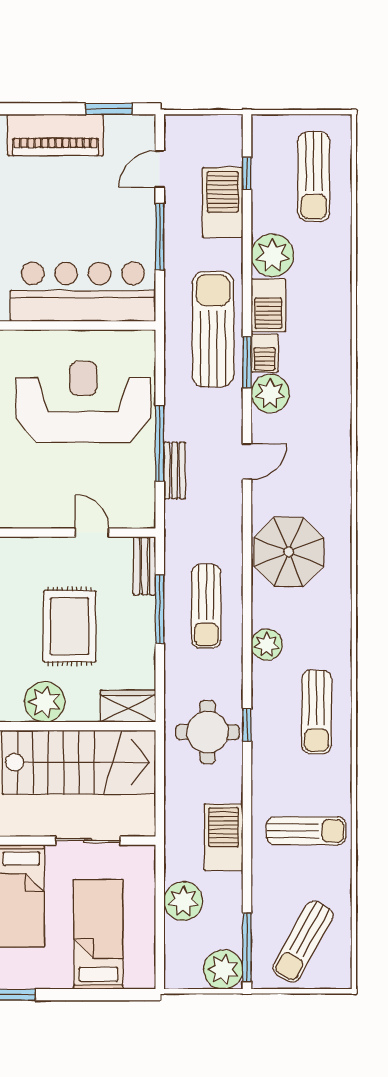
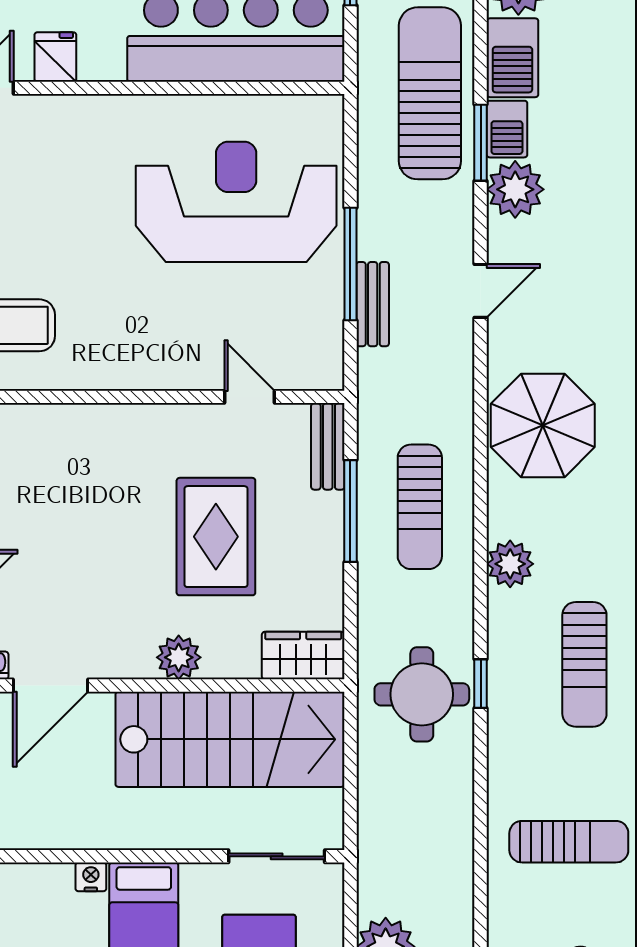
plant: (45, 702) -> (179, 657), width x0.73, depth x0.73
barbecue: (224, 837) -> (446, 851), removed
sliding door: (88, 841) -> (277, 856), moved

